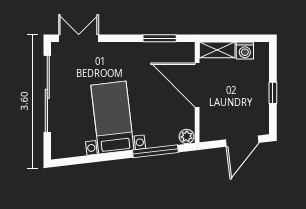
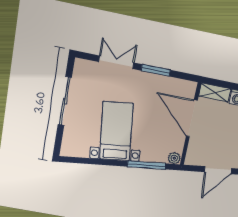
double door: (79, 38) -> (116, 62), moved
window: (160, 38) -> (156, 70), moved
sliding door: (47, 94) -> (65, 101), width x0.73

